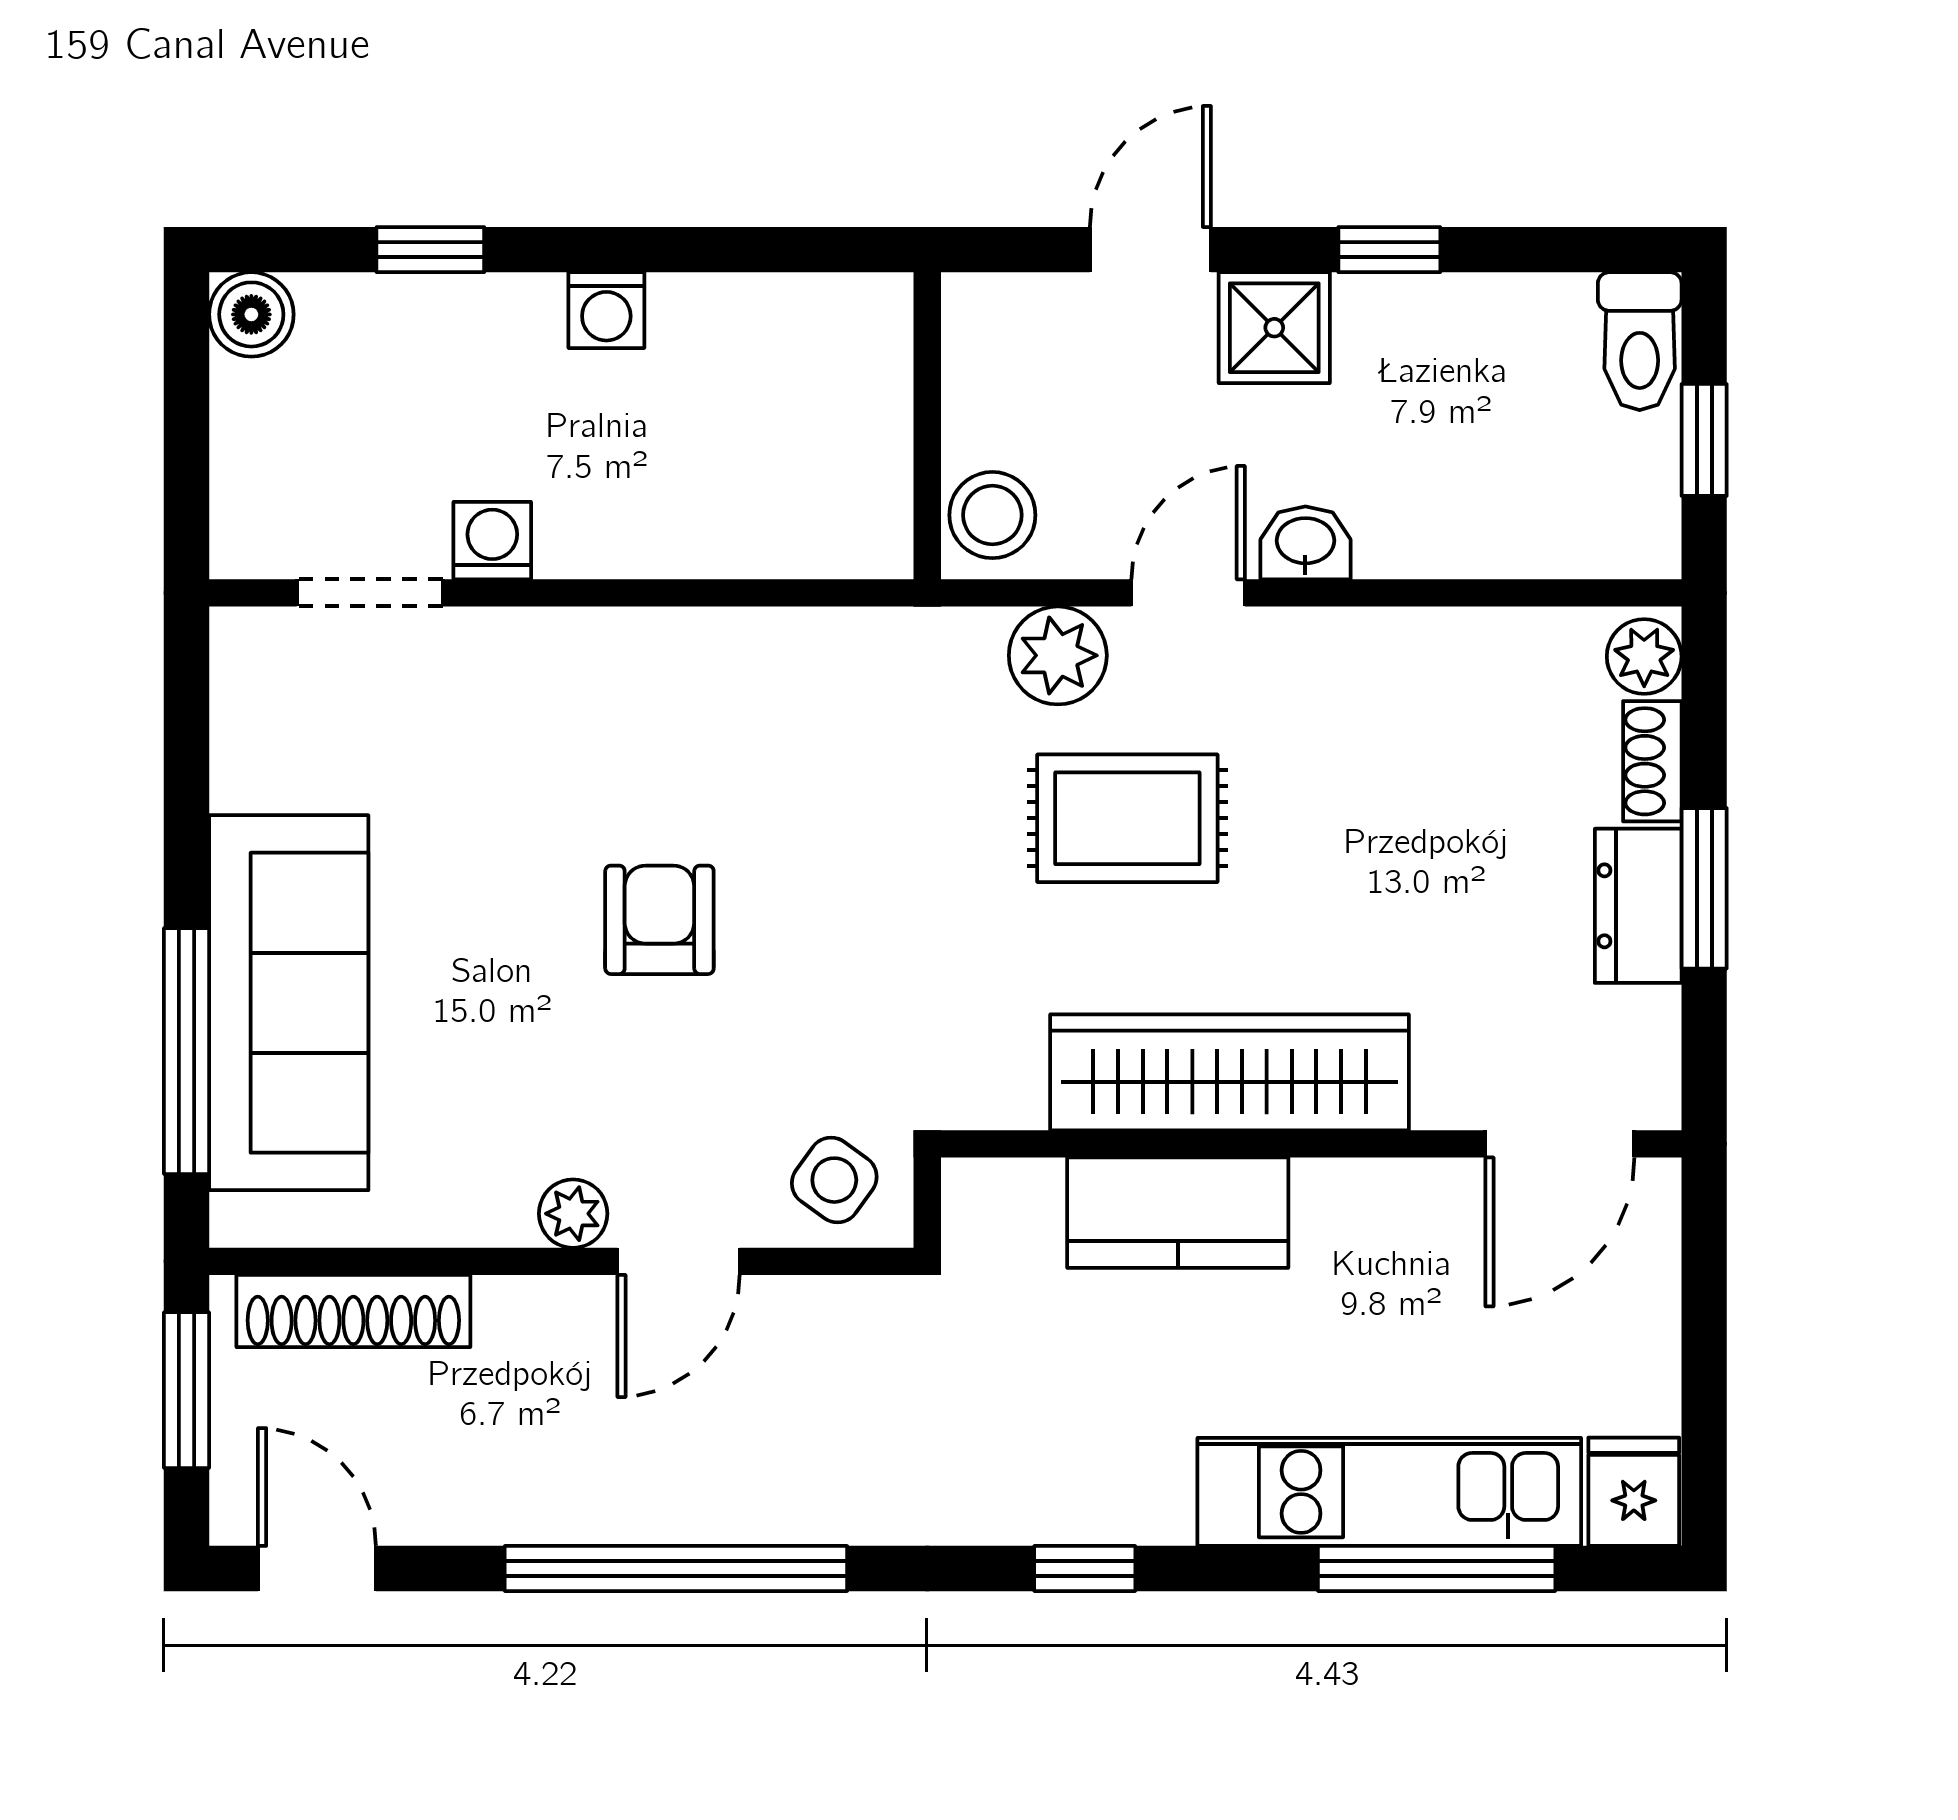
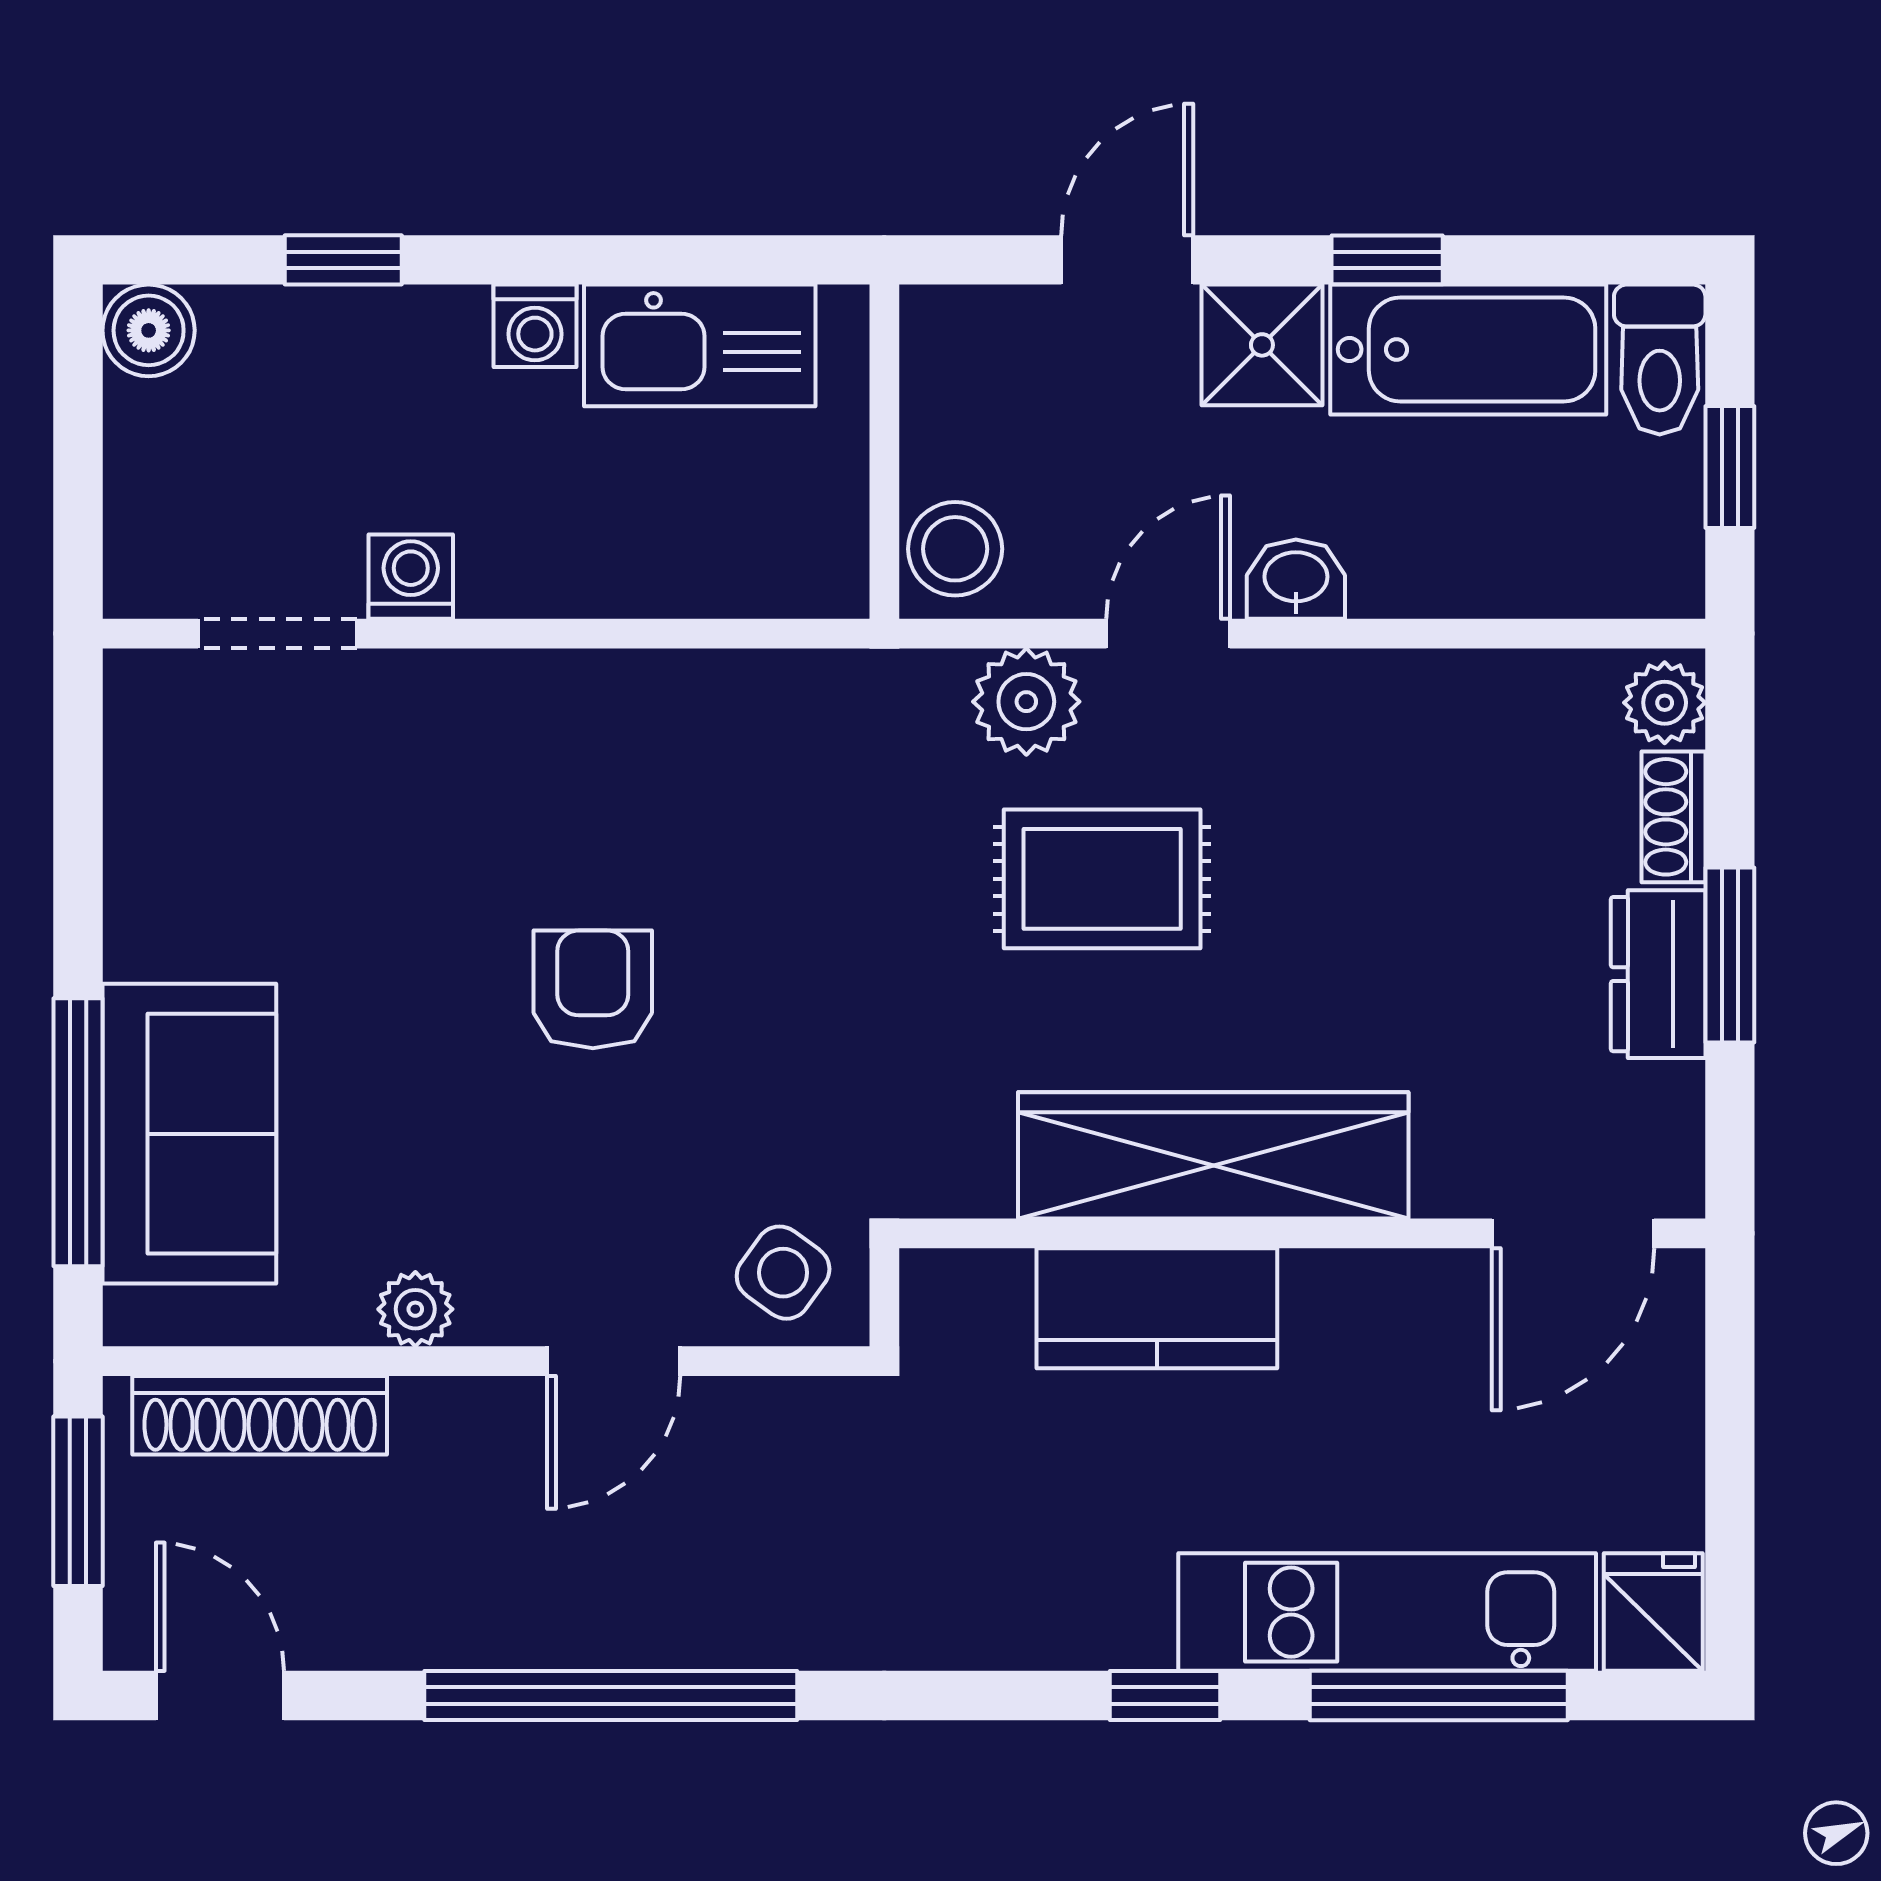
kitchen sink: (758, 328) -> (700, 345), added
bathtub: (1464, 332) -> (1468, 349), added
sofa: (289, 1003) -> (189, 1134), width x0.73
plant: (573, 1214) -> (415, 1309), moved
window: (1085, 1569) -> (1165, 1696), moved

